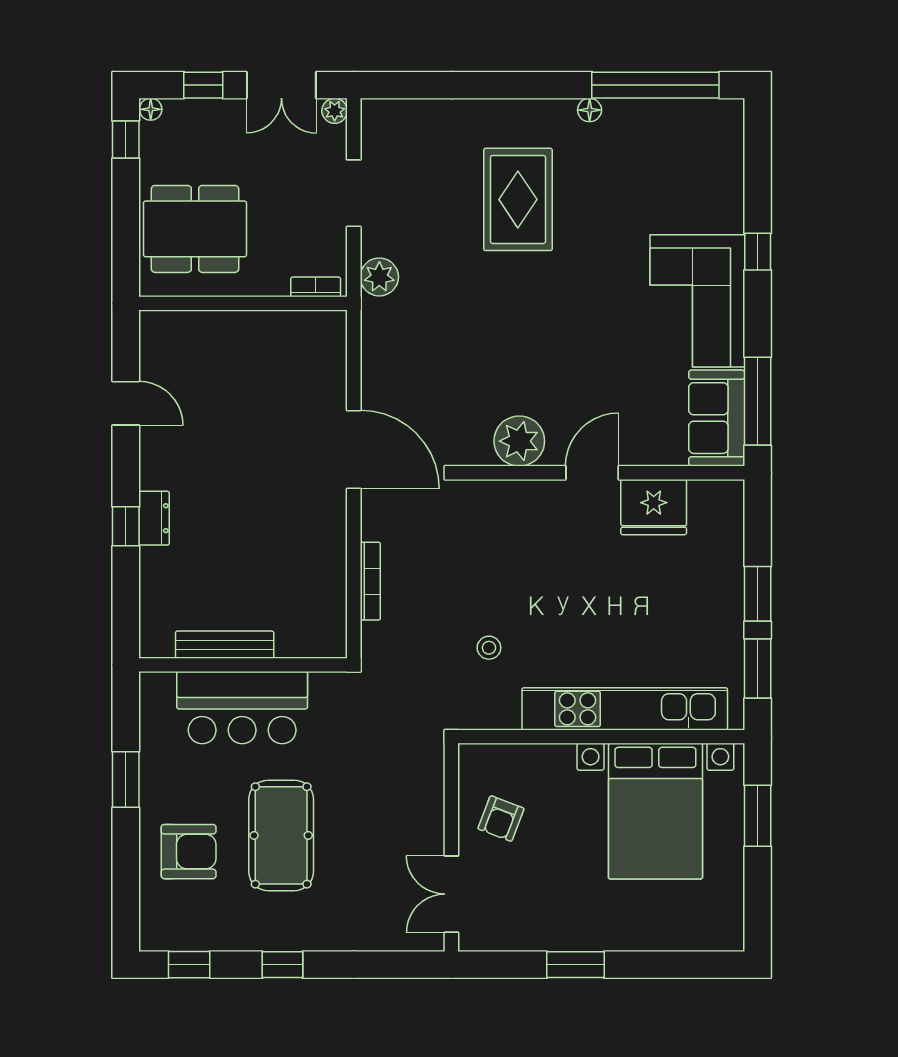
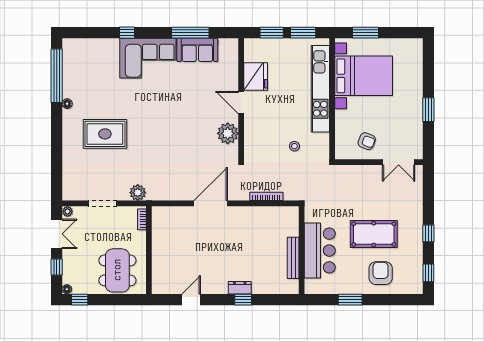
plant: (519, 441) -> (228, 133), moved
door: (592, 473) -> (241, 103), moved
wall: (601, 473) -> (241, 99), moved
fridge: (654, 507) -> (256, 77), moved

